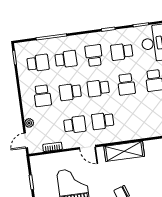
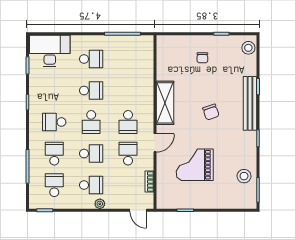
school desk: (122, 52) -> (54, 90), removed
school desk: (70, 92) -> (91, 154), turned -90
plant: (29, 123) -> (100, 204), moved

